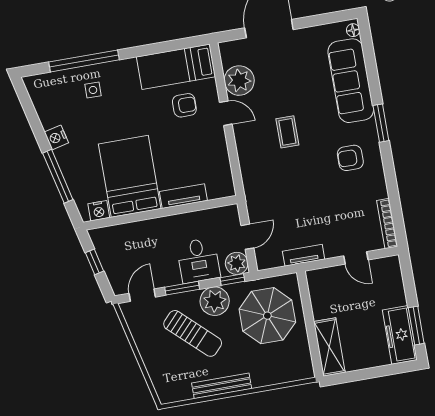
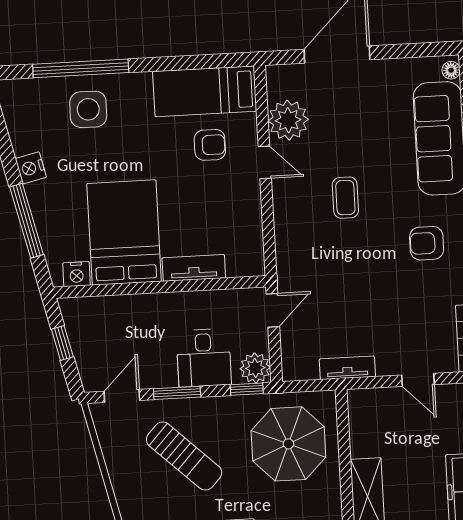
side table: (93, 90) -> (88, 109), width x1.87, depth x1.87
door: (247, 237) -> (273, 310), moved
plant: (215, 301) -> (219, 416), removed

